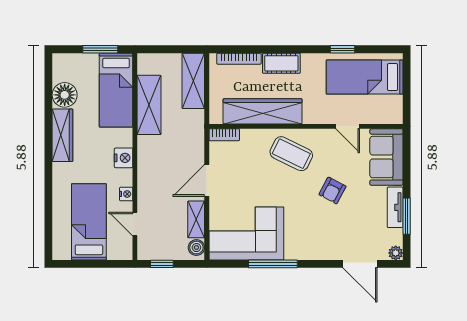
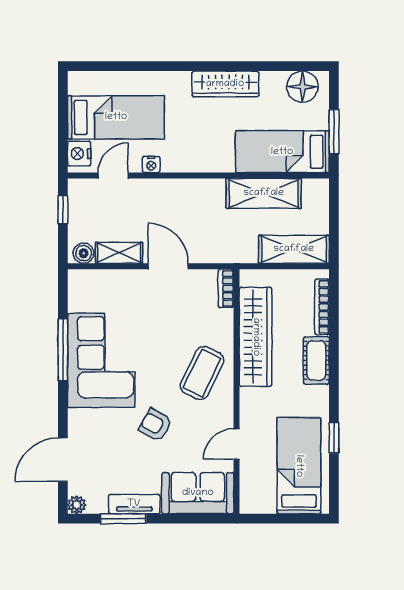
floor lamp: (65, 95) -> (302, 87), moved
nightstand: (124, 158) -> (79, 154), moved, turned 90
corner sofa: (246, 233) -> (101, 360), moved

